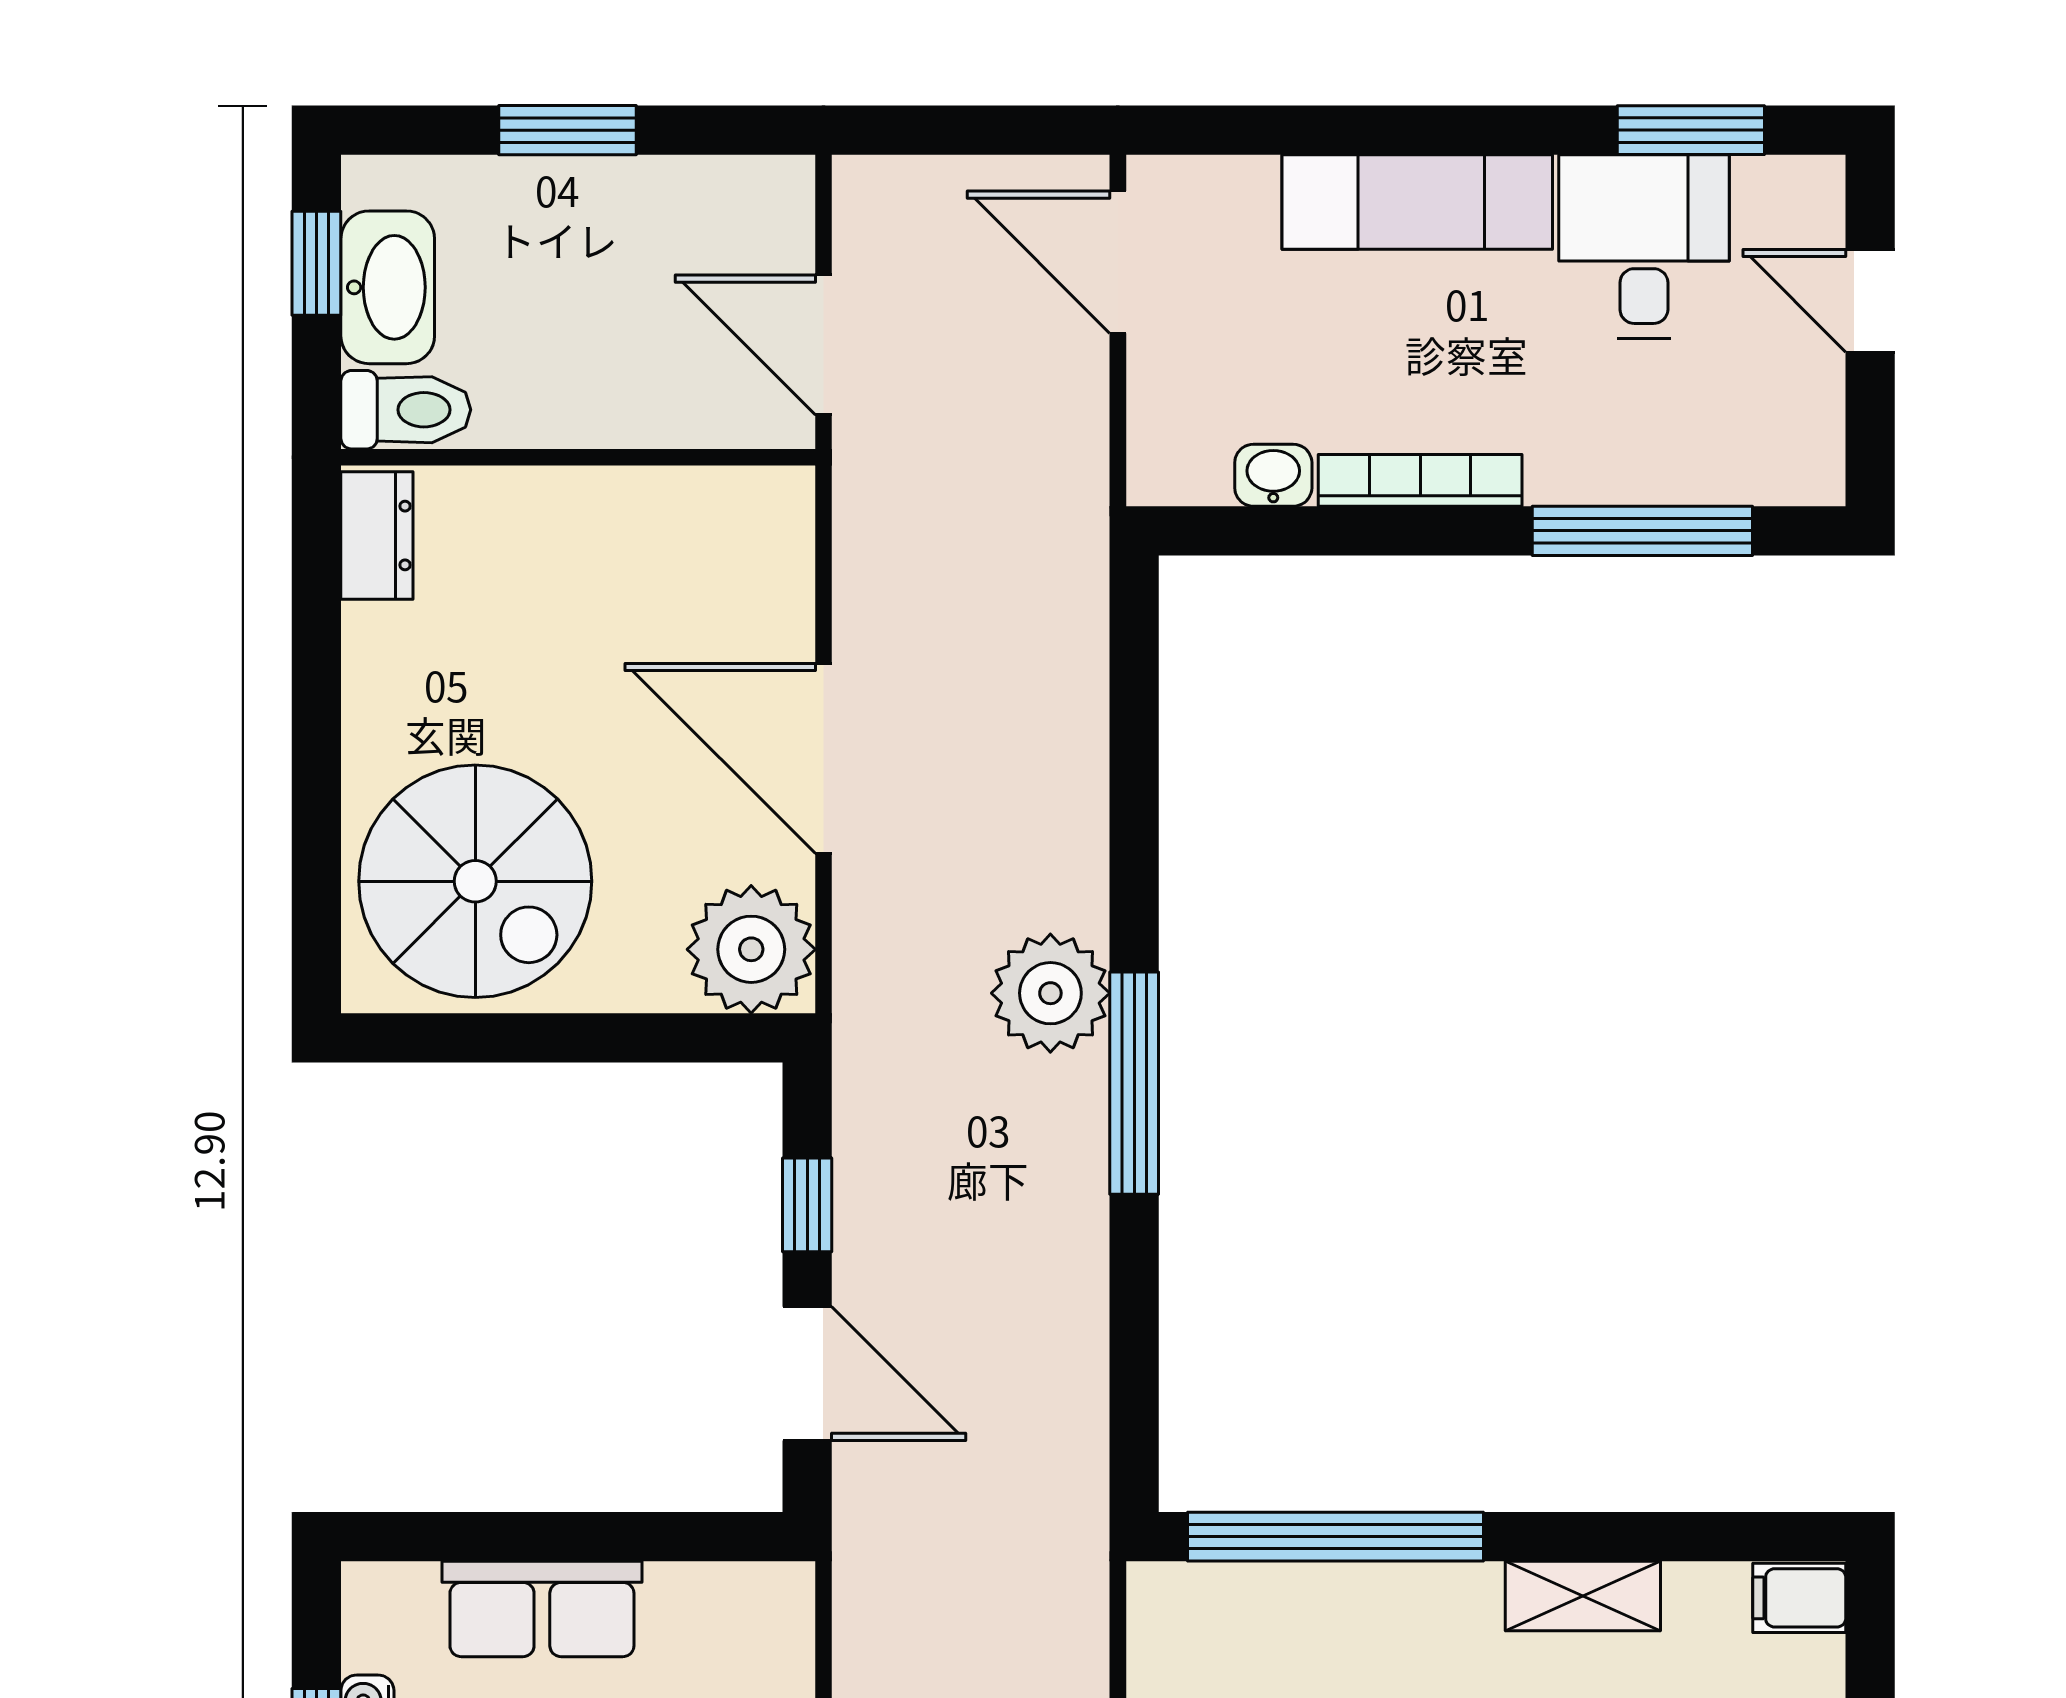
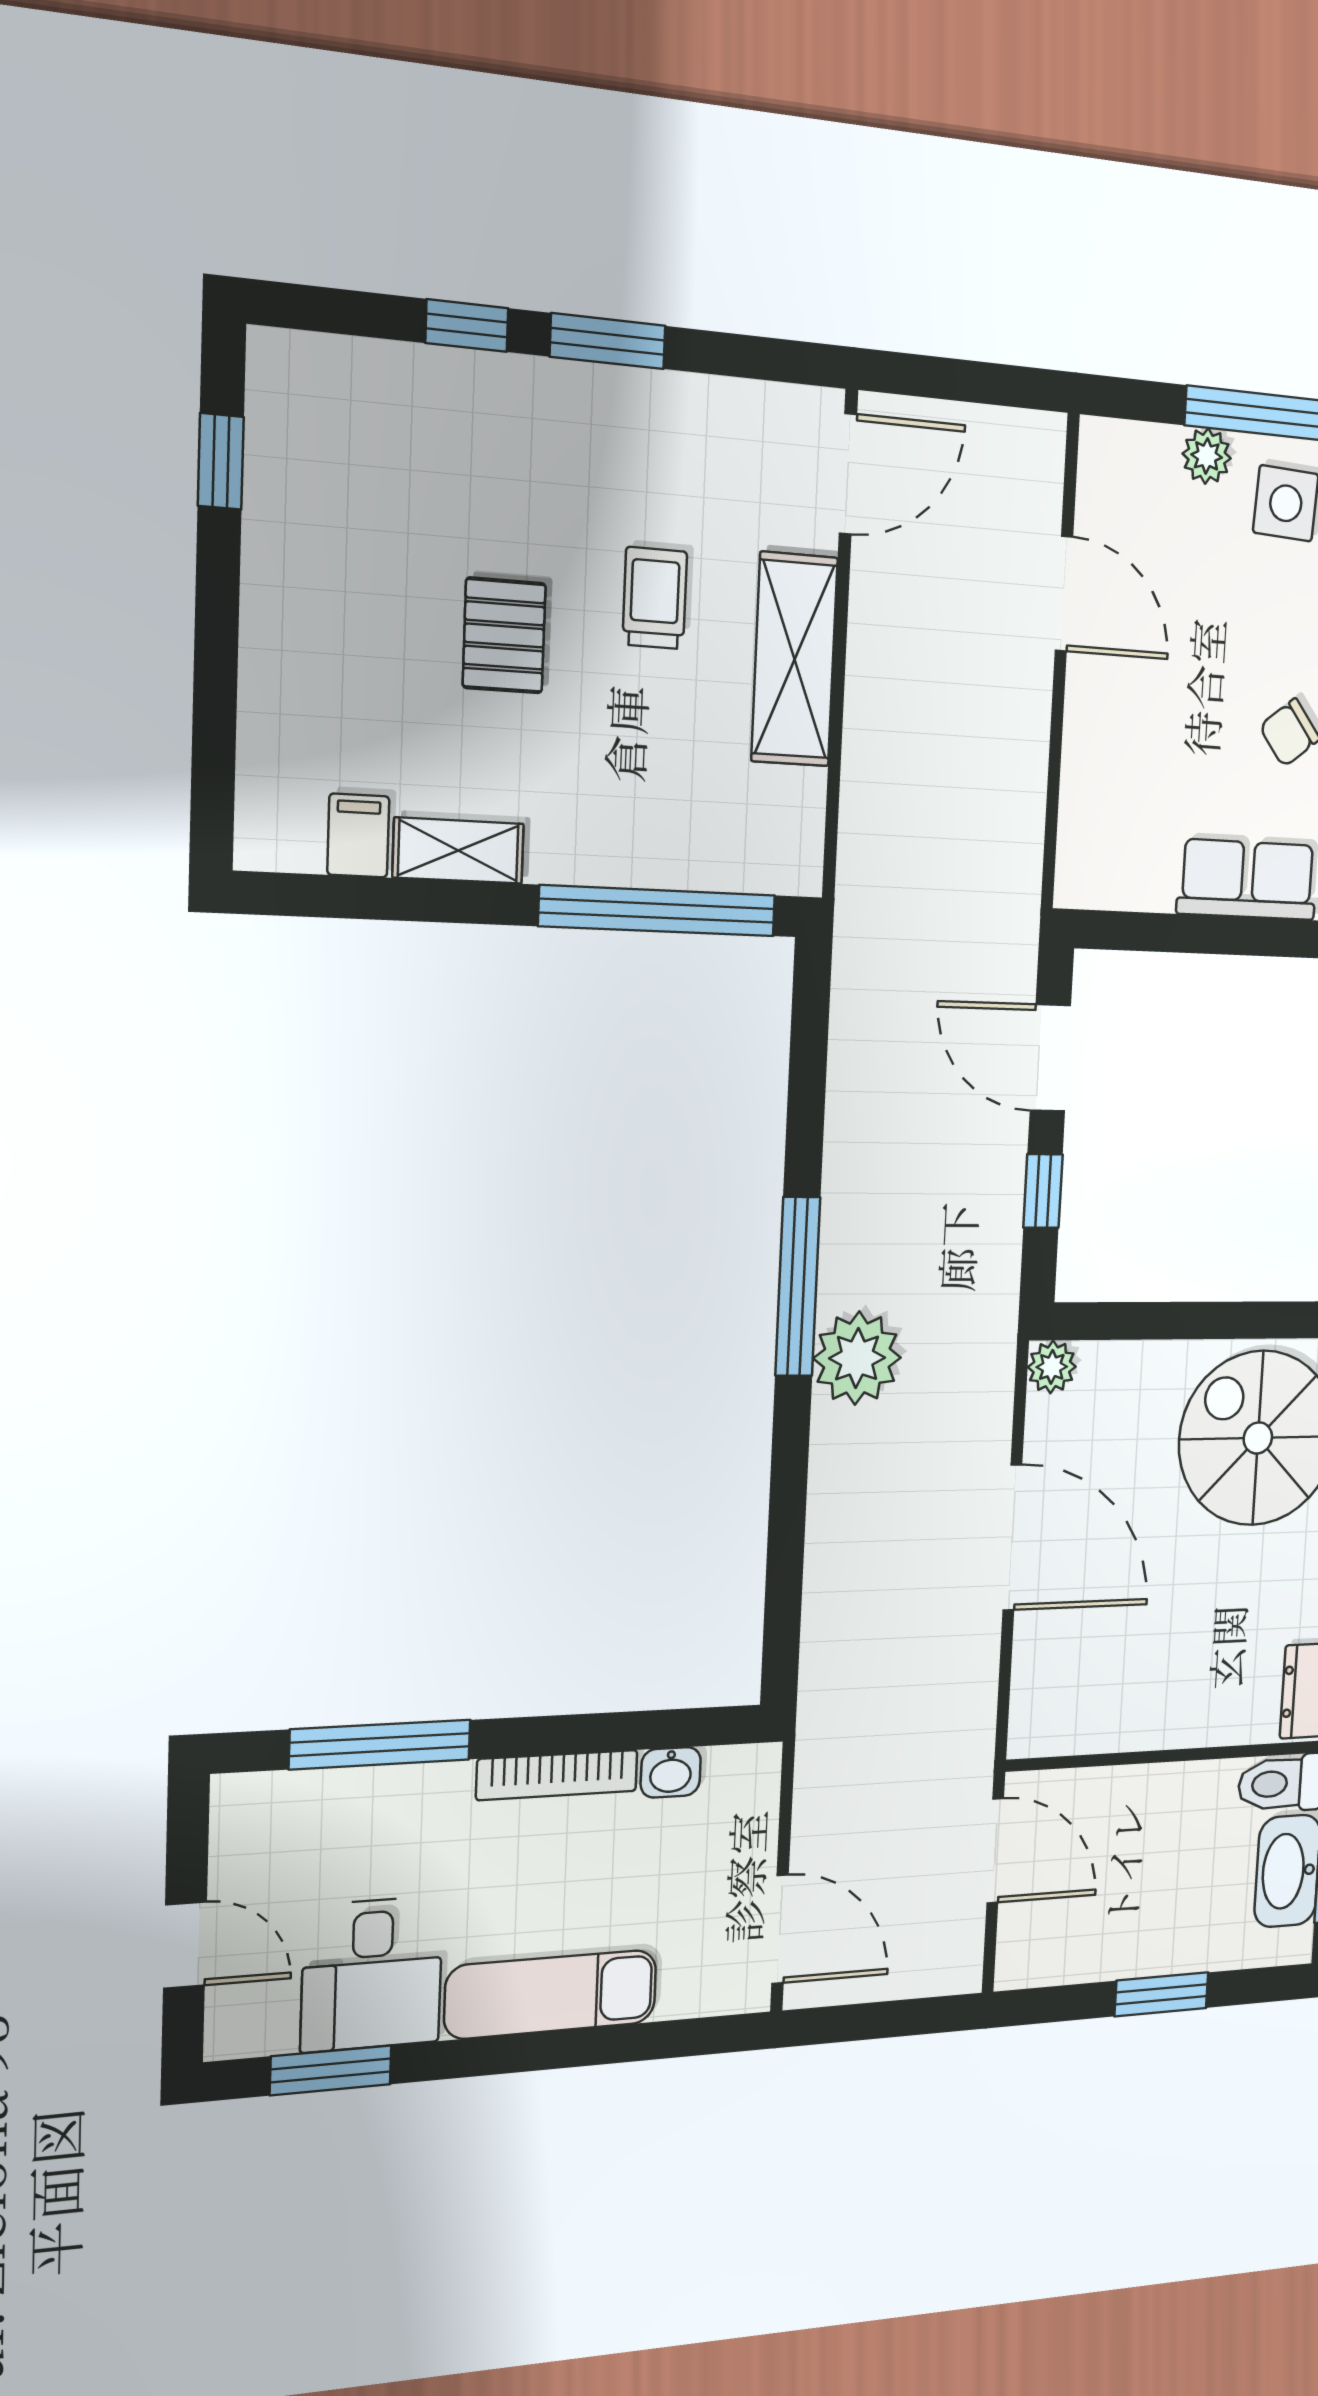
plant: (751, 949) -> (1052, 1367), width x0.53, depth x0.53
filing cabinet: (1799, 1598) -> (358, 836), moved, turned -90

